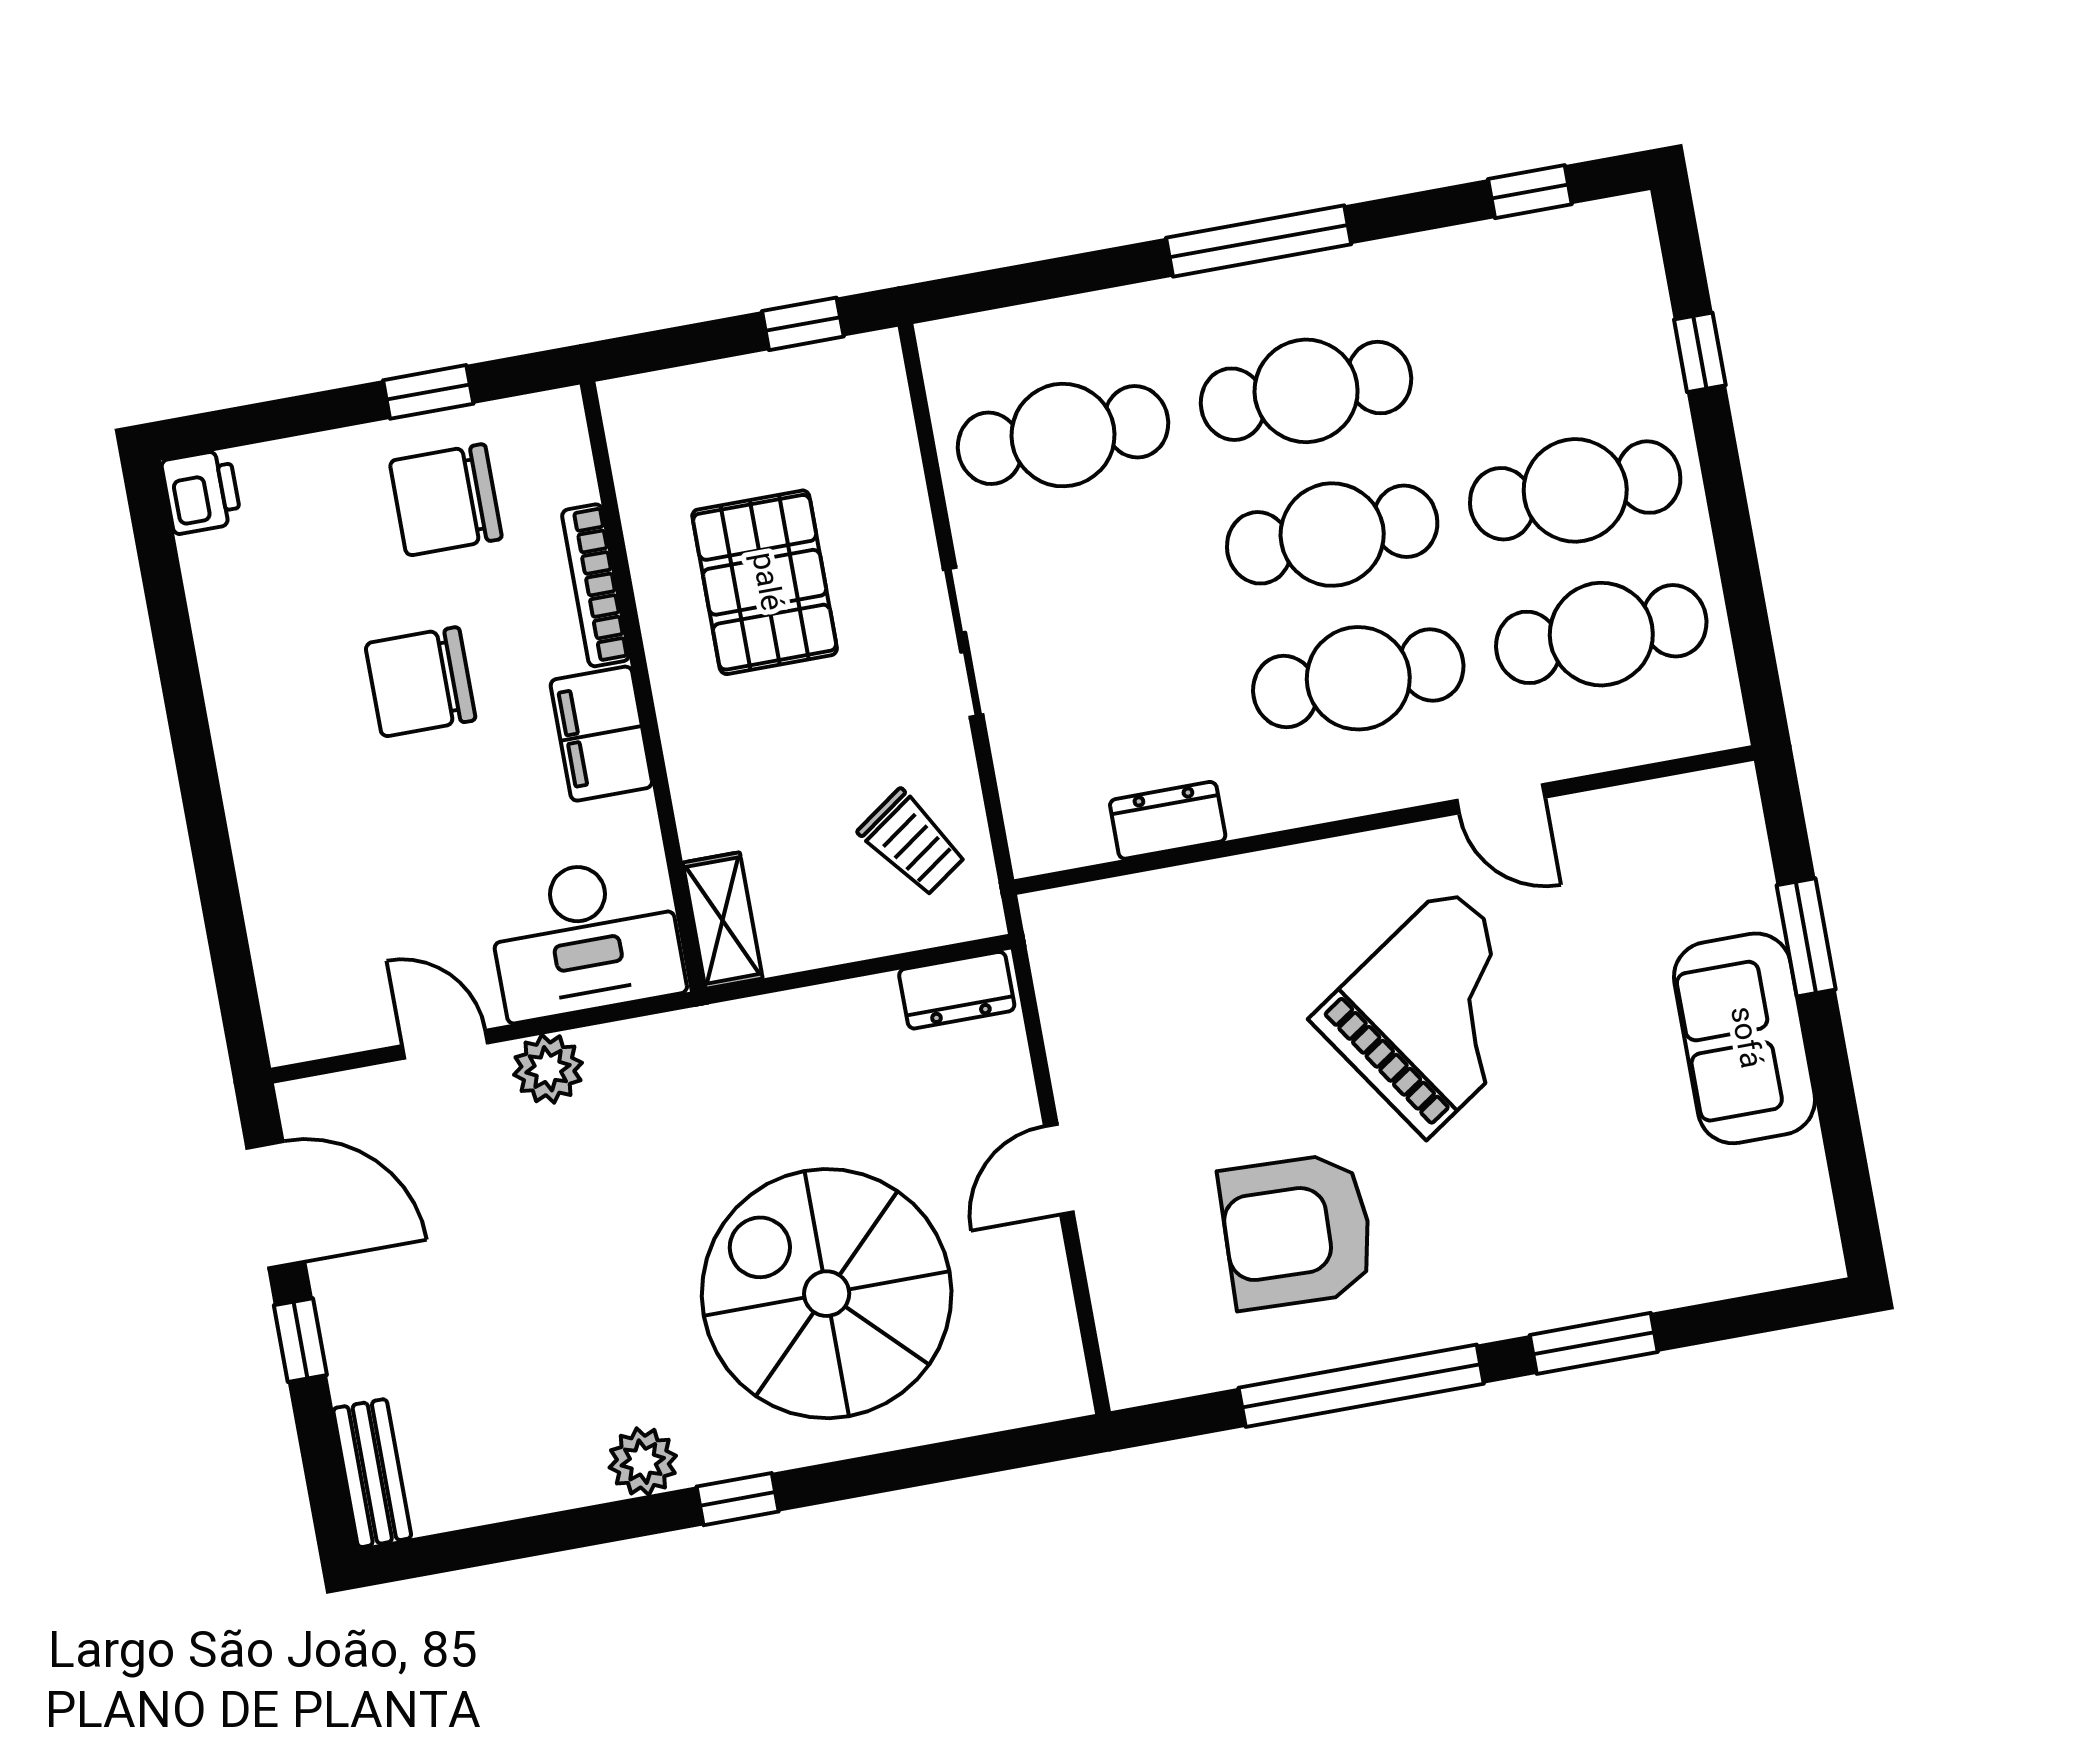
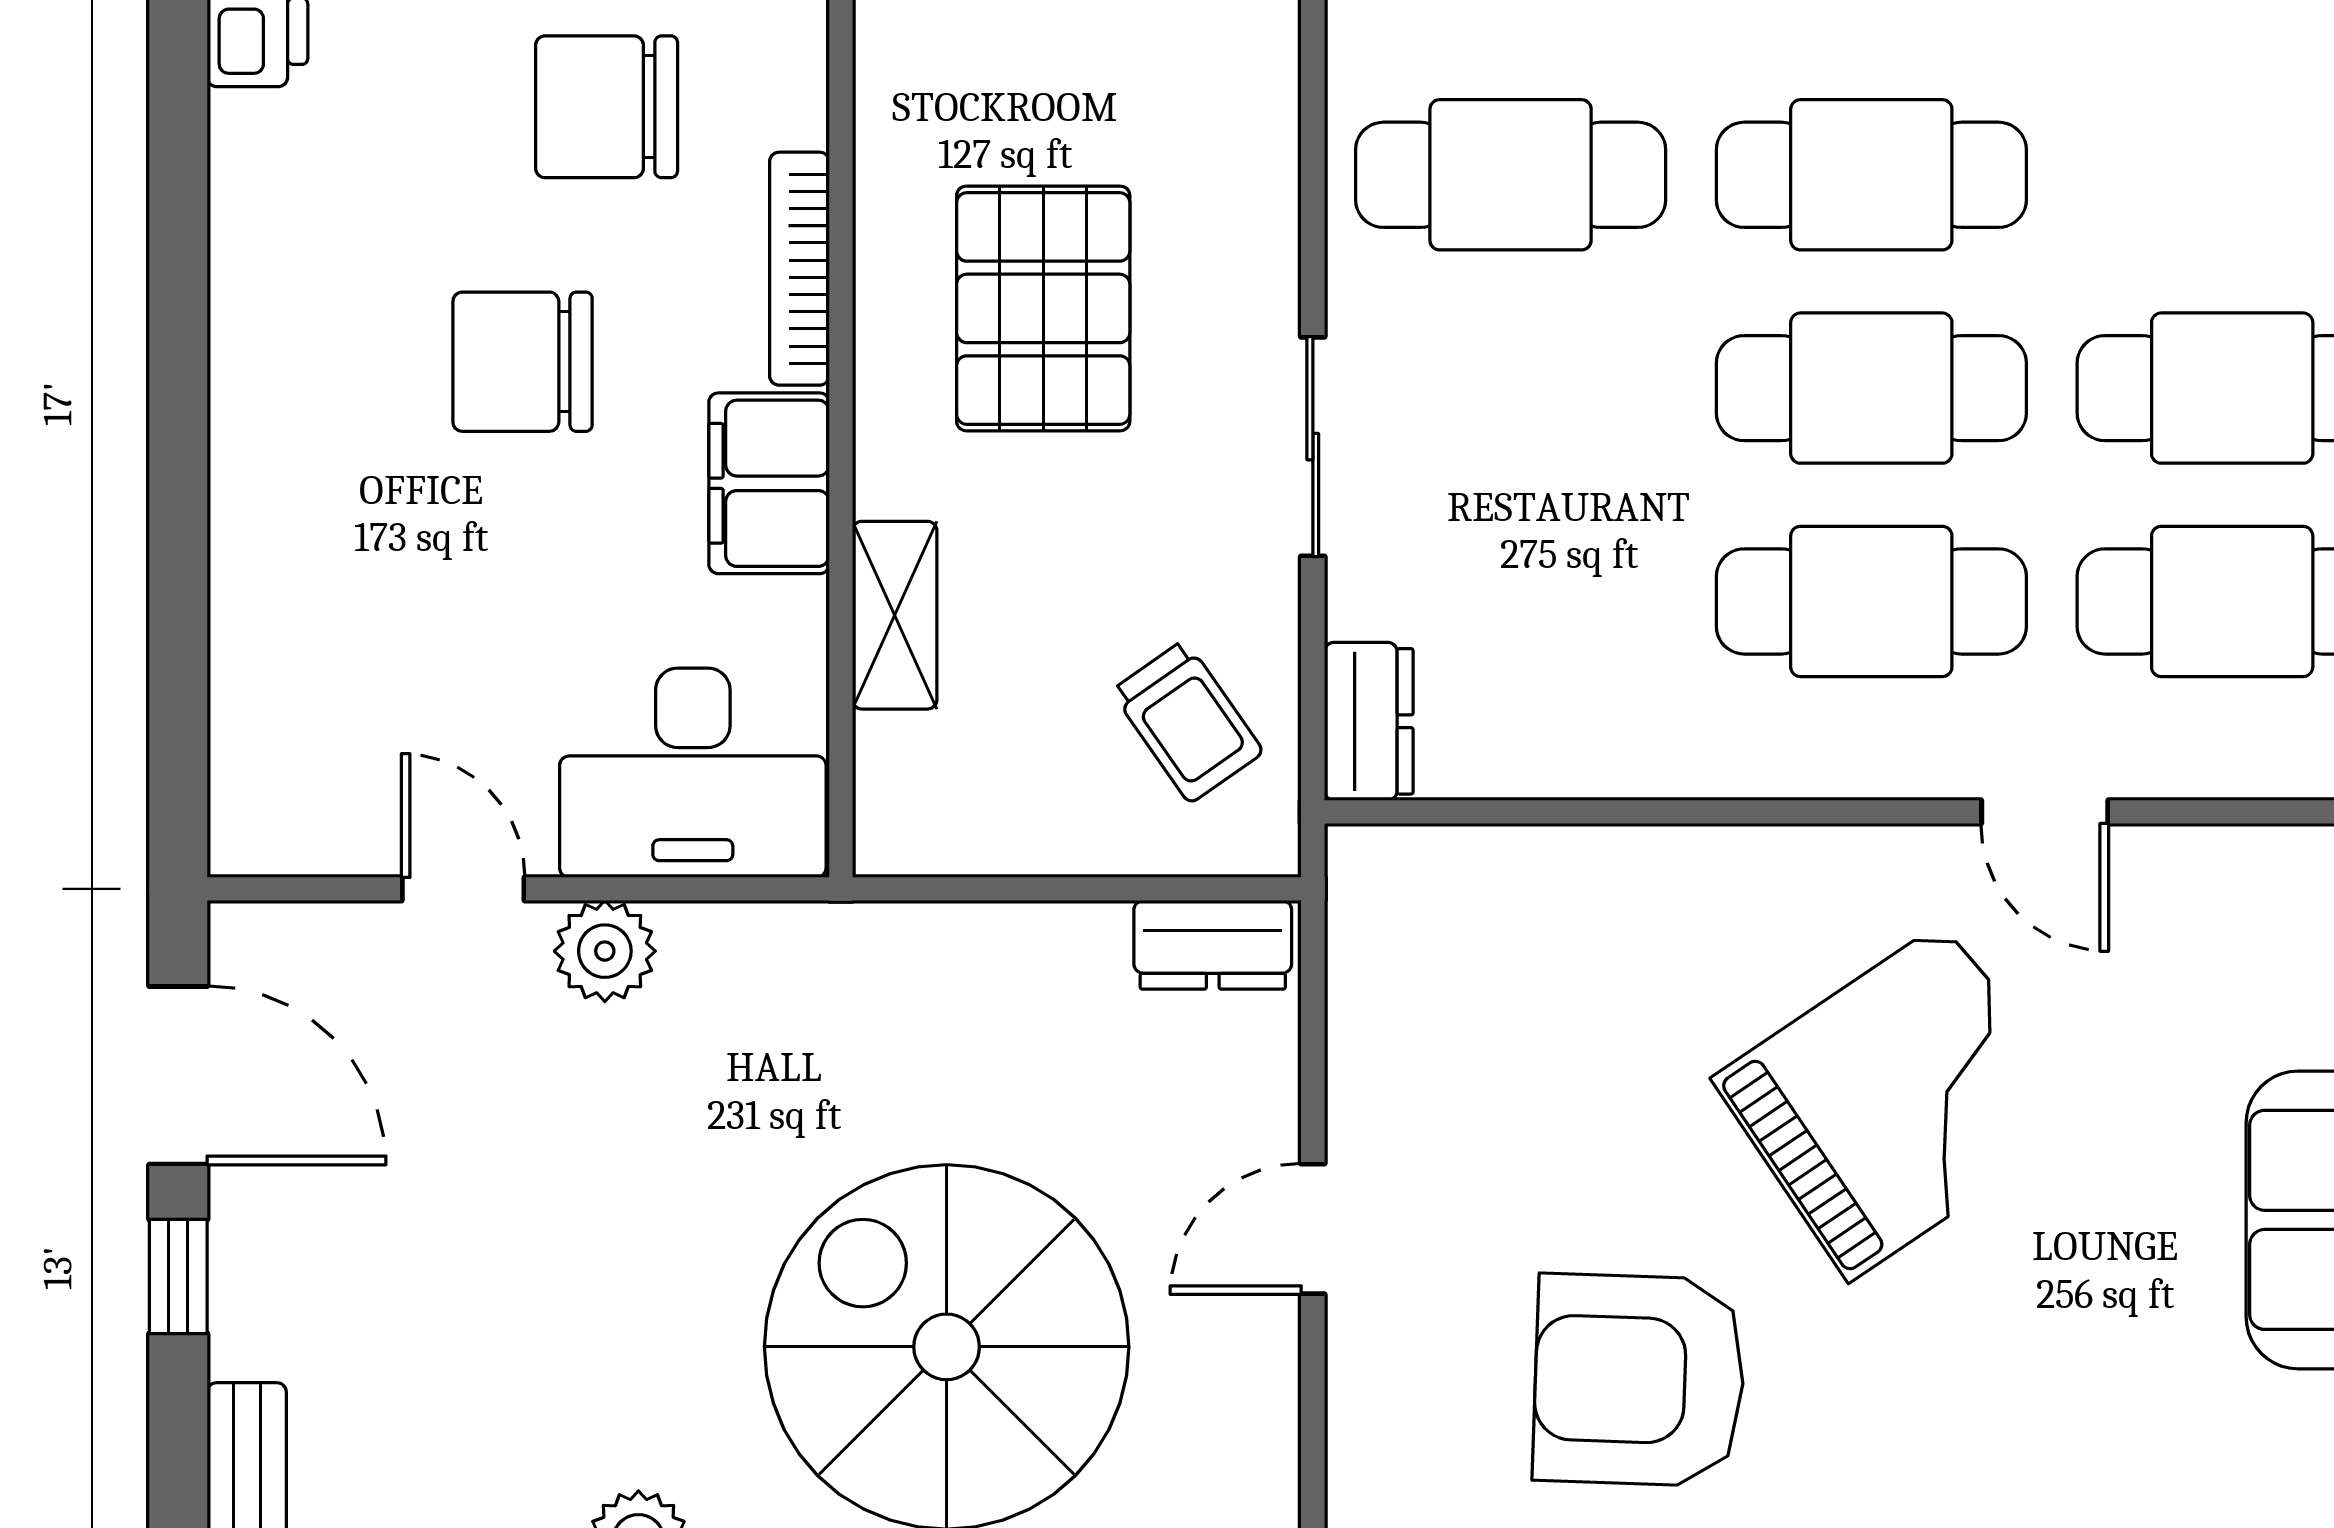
dresser: (1168, 820) -> (1369, 721), moved, turned 90
shelving: (723, 920) -> (895, 615), moved

